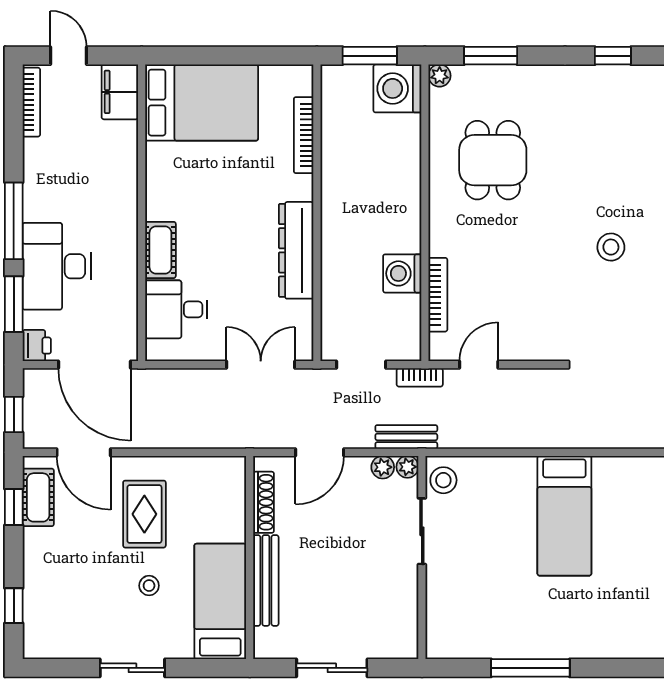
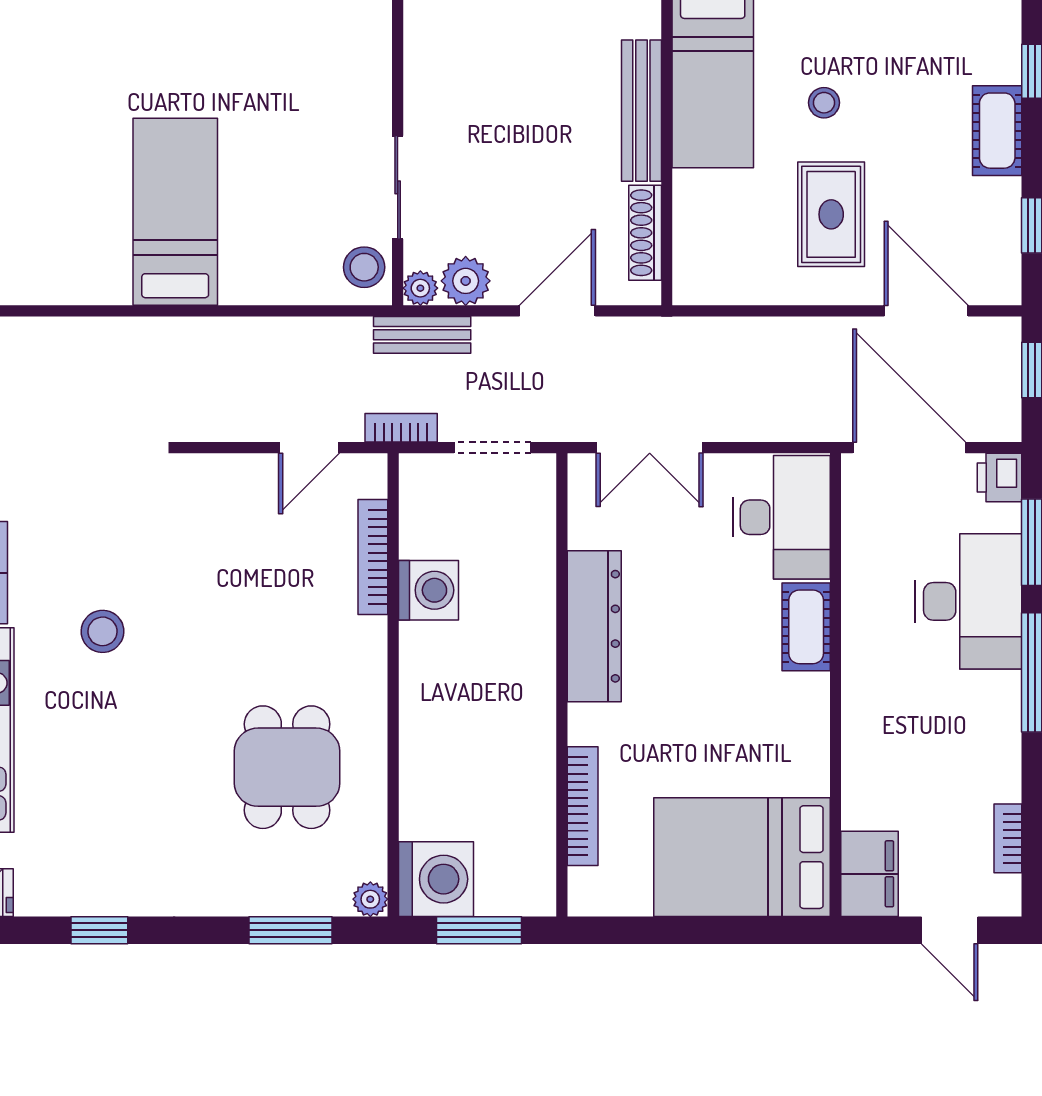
bookcase: (31, 102) -> (1008, 838), width x0.64
desk: (176, 309) -> (781, 517), width x1.37
plant: (383, 467) -> (466, 281), width x1.38, depth x1.38
cot: (38, 497) -> (997, 131), moved

